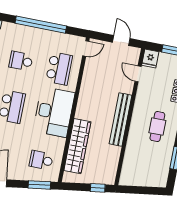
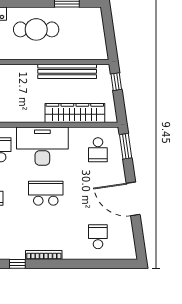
bench: (121, 120) -> (67, 71), moved
cafe table: (157, 127) -> (36, 29), width x1.37, depth x1.35

